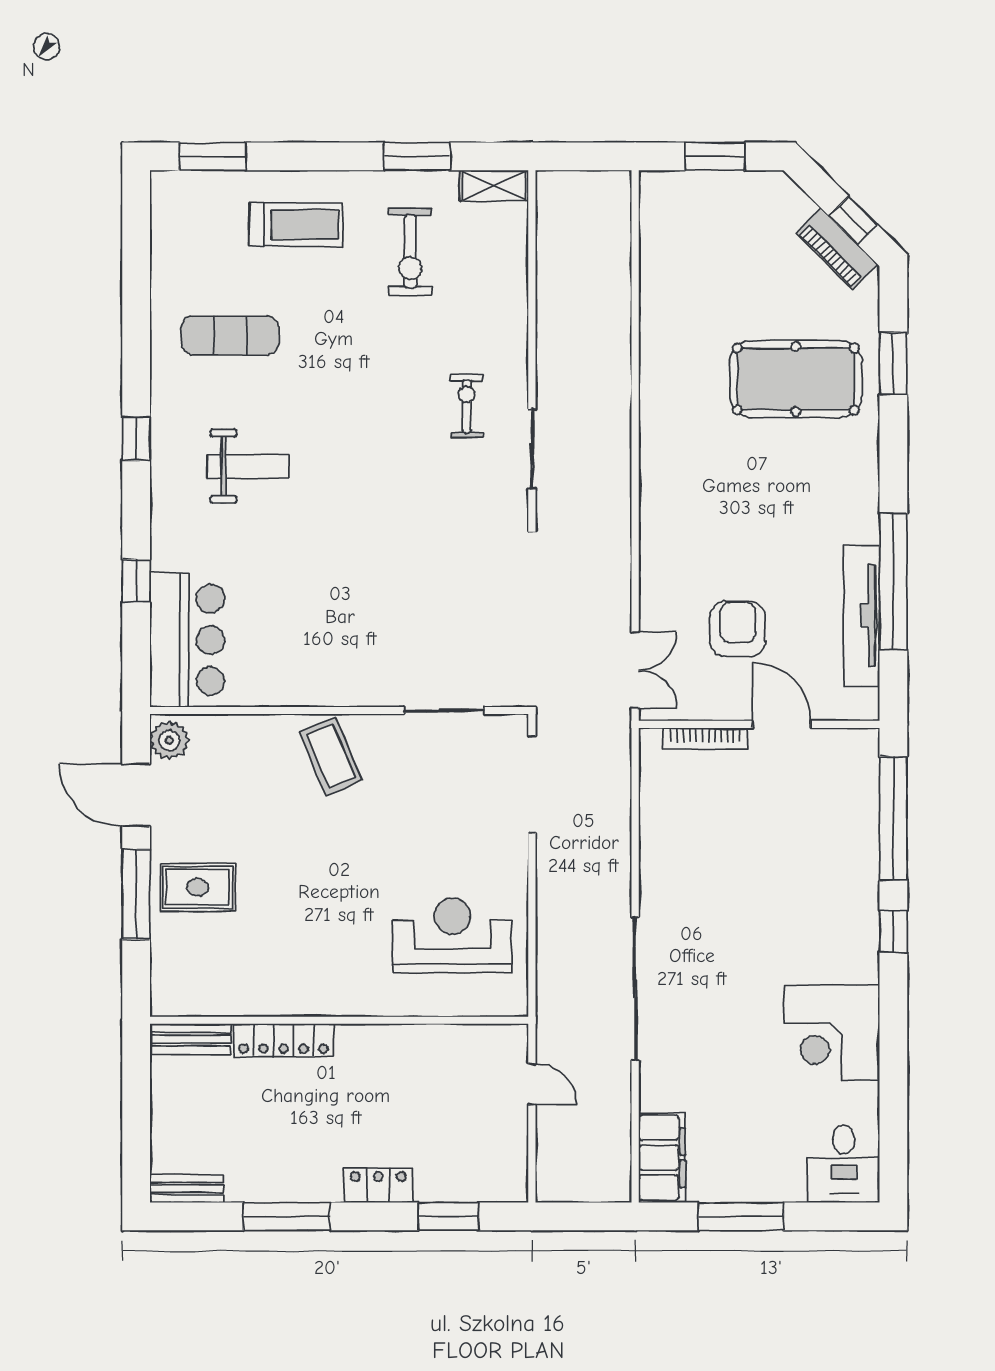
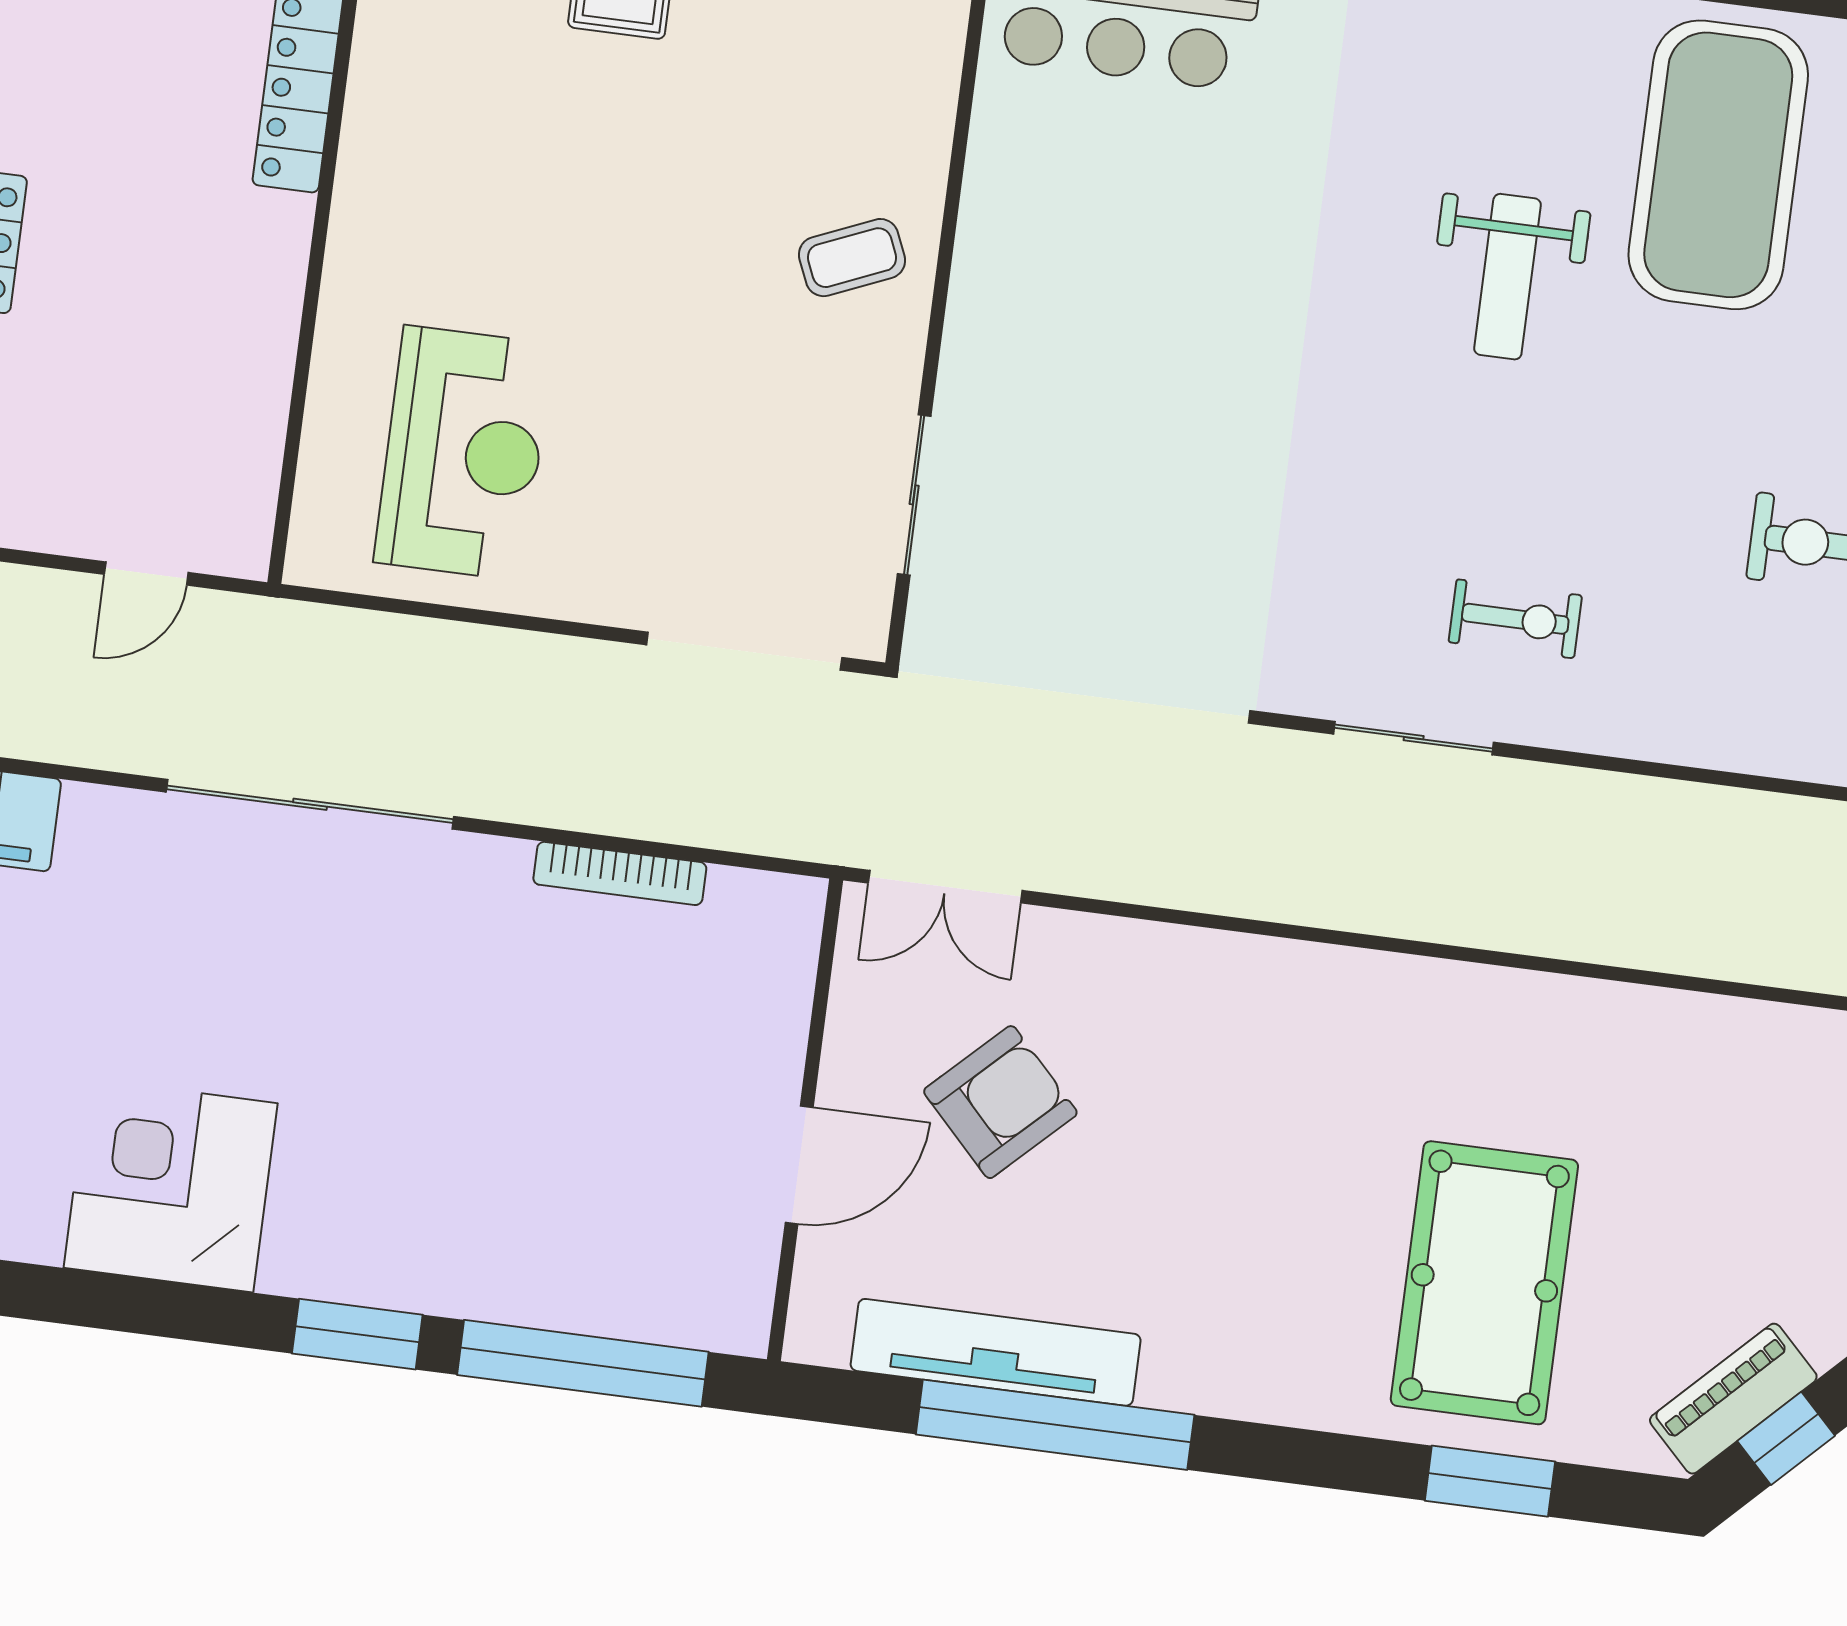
exercise mat: (230, 335) -> (1718, 165), width x2.00, depth x1.45
weight bench: (248, 466) -> (1507, 277), moved
armchair: (738, 629) -> (1000, 1102), turned -44
bookcase: (705, 739) -> (620, 873), moved, turned -90
coffee table: (331, 756) -> (852, 258), width x0.73, depth x0.77
window: (893, 931) -> (357, 1334), width x1.50

